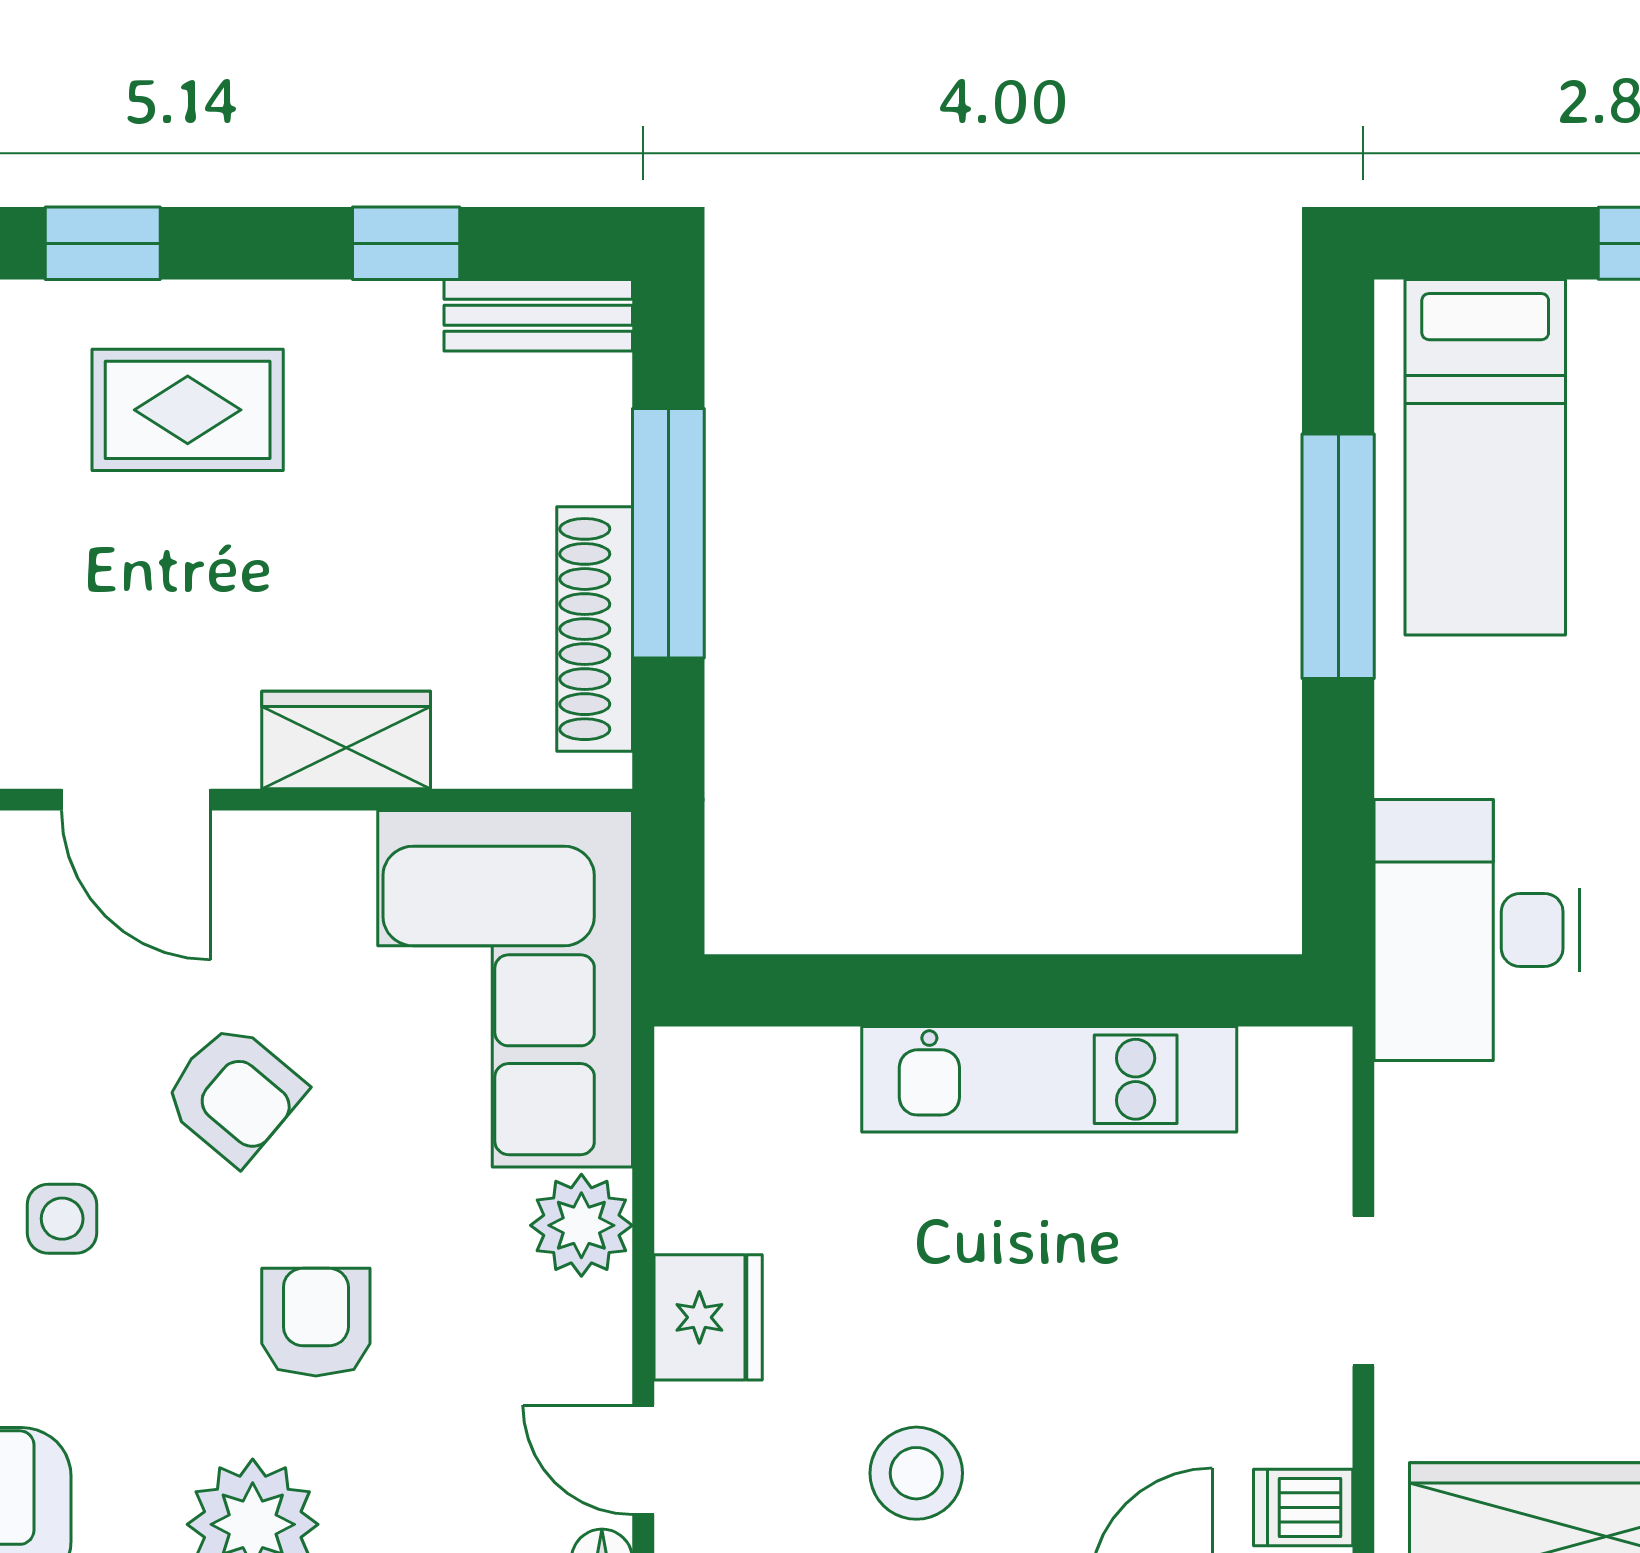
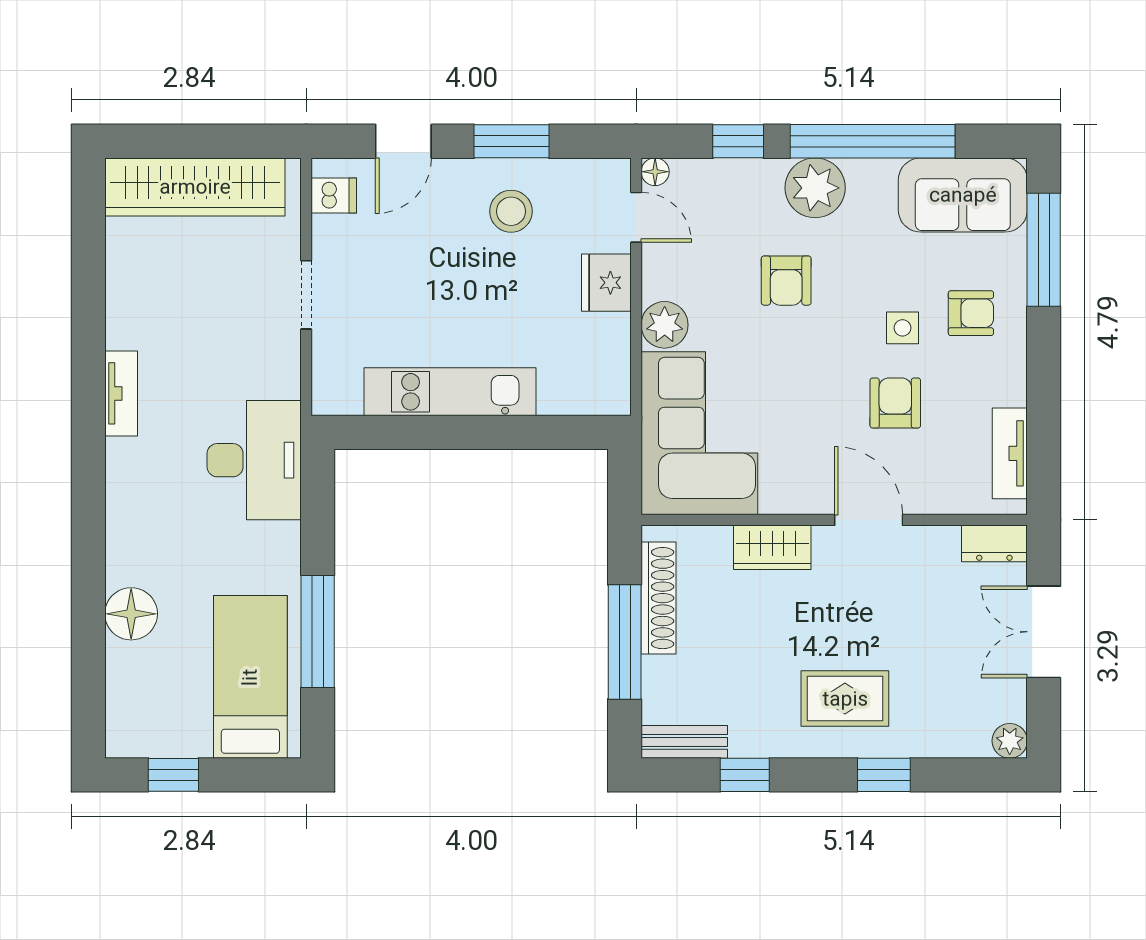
armchair: (234, 1094) -> (895, 403), moved, turned 50

